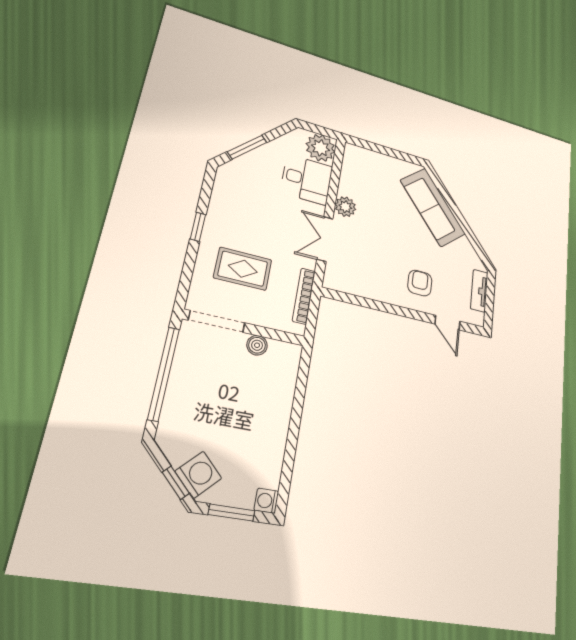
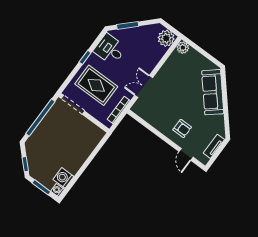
desk: (307, 179) -> (110, 49), moved, turned 180
plant: (345, 207) -> (183, 48), moved
rug: (243, 269) -> (96, 85), width x1.36, depth x1.43
armchair: (420, 283) -> (182, 129), turned 90
boiler: (257, 345) -> (86, 123), removed
washing machine: (198, 475) -> (63, 178), moved, turned -135

